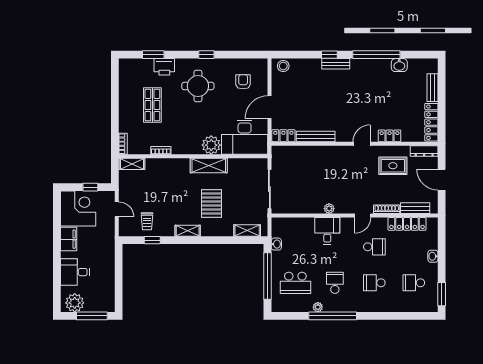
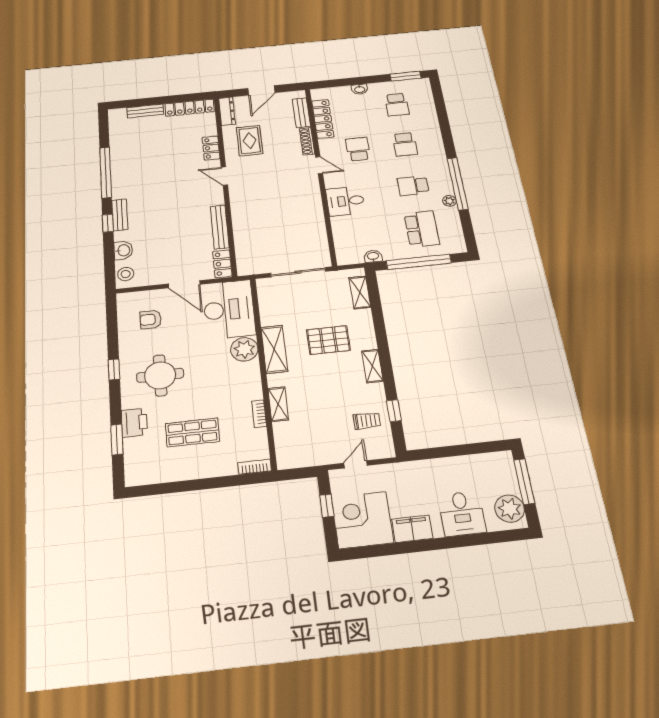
washbasin: (399, 65) -> (123, 250), moved
shelving: (132, 164) -> (278, 404), moved
plant: (329, 209) -> (315, 202), removed

